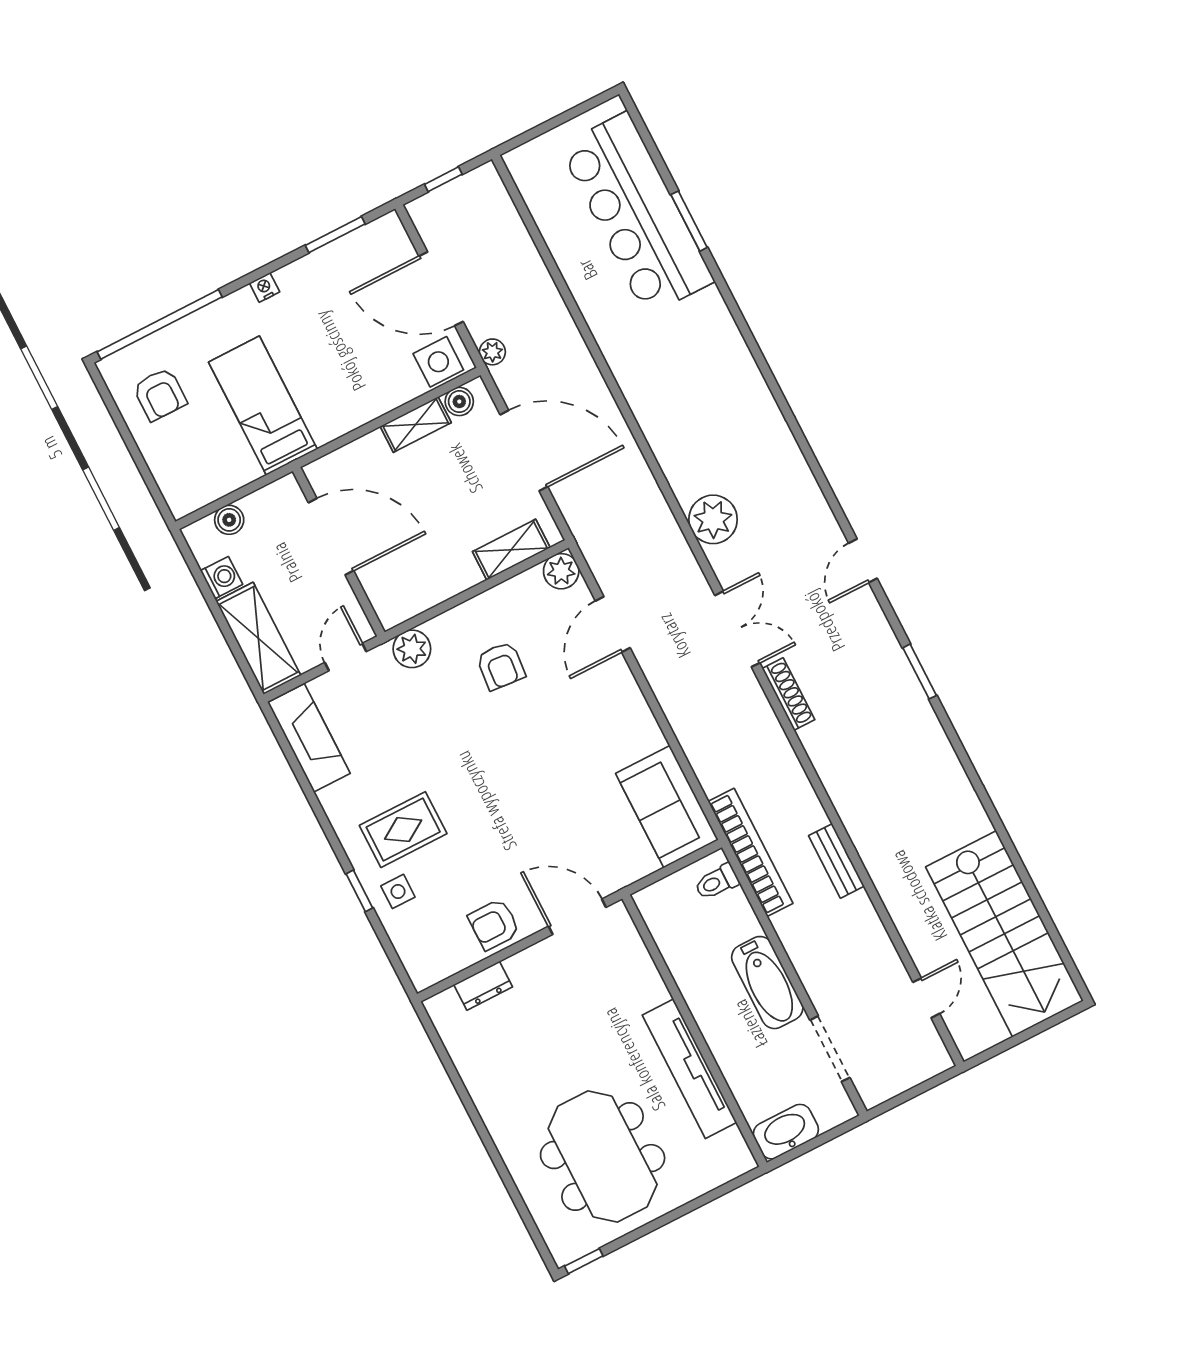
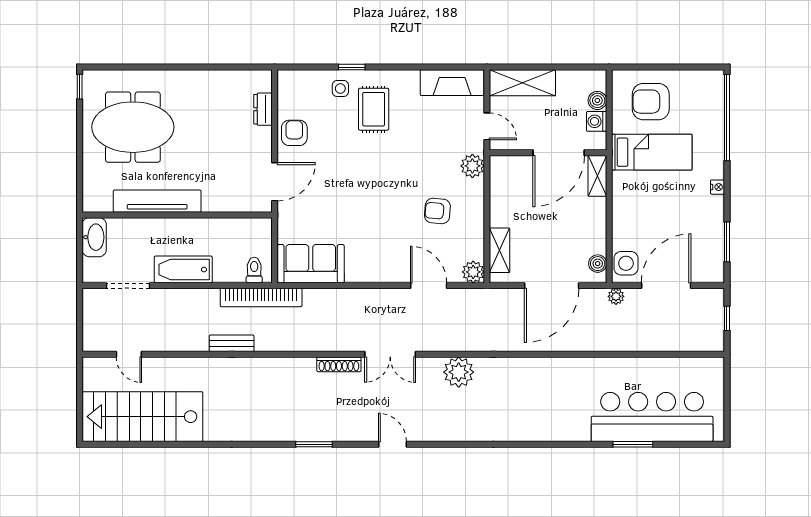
armchair: (160, 394) -> (651, 102), moved, width x1.38, depth x1.38
shelving: (416, 425) -> (597, 176), moved
washing machine: (221, 578) -> (597, 121), moved, turned 90

